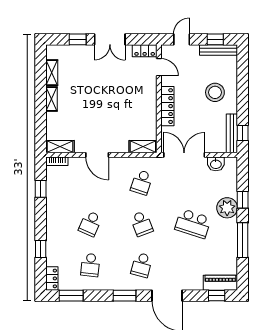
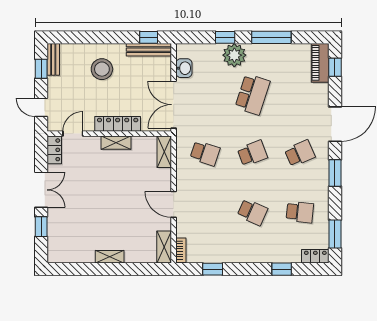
bench: (218, 50) -> (53, 59), width x0.73
shelving: (52, 73) -> (116, 143), moved
door: (97, 155) -> (174, 204), swing flipped
school desk: (142, 265) -> (300, 153), turned -39

